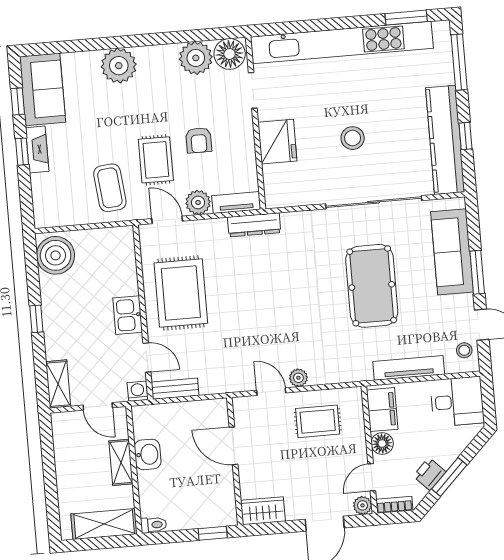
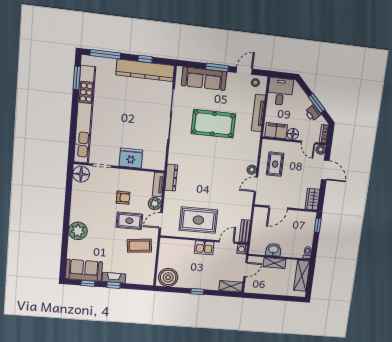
plant: (196, 58) -> (80, 192), removed
stool: (353, 138) -> (136, 119), removed

